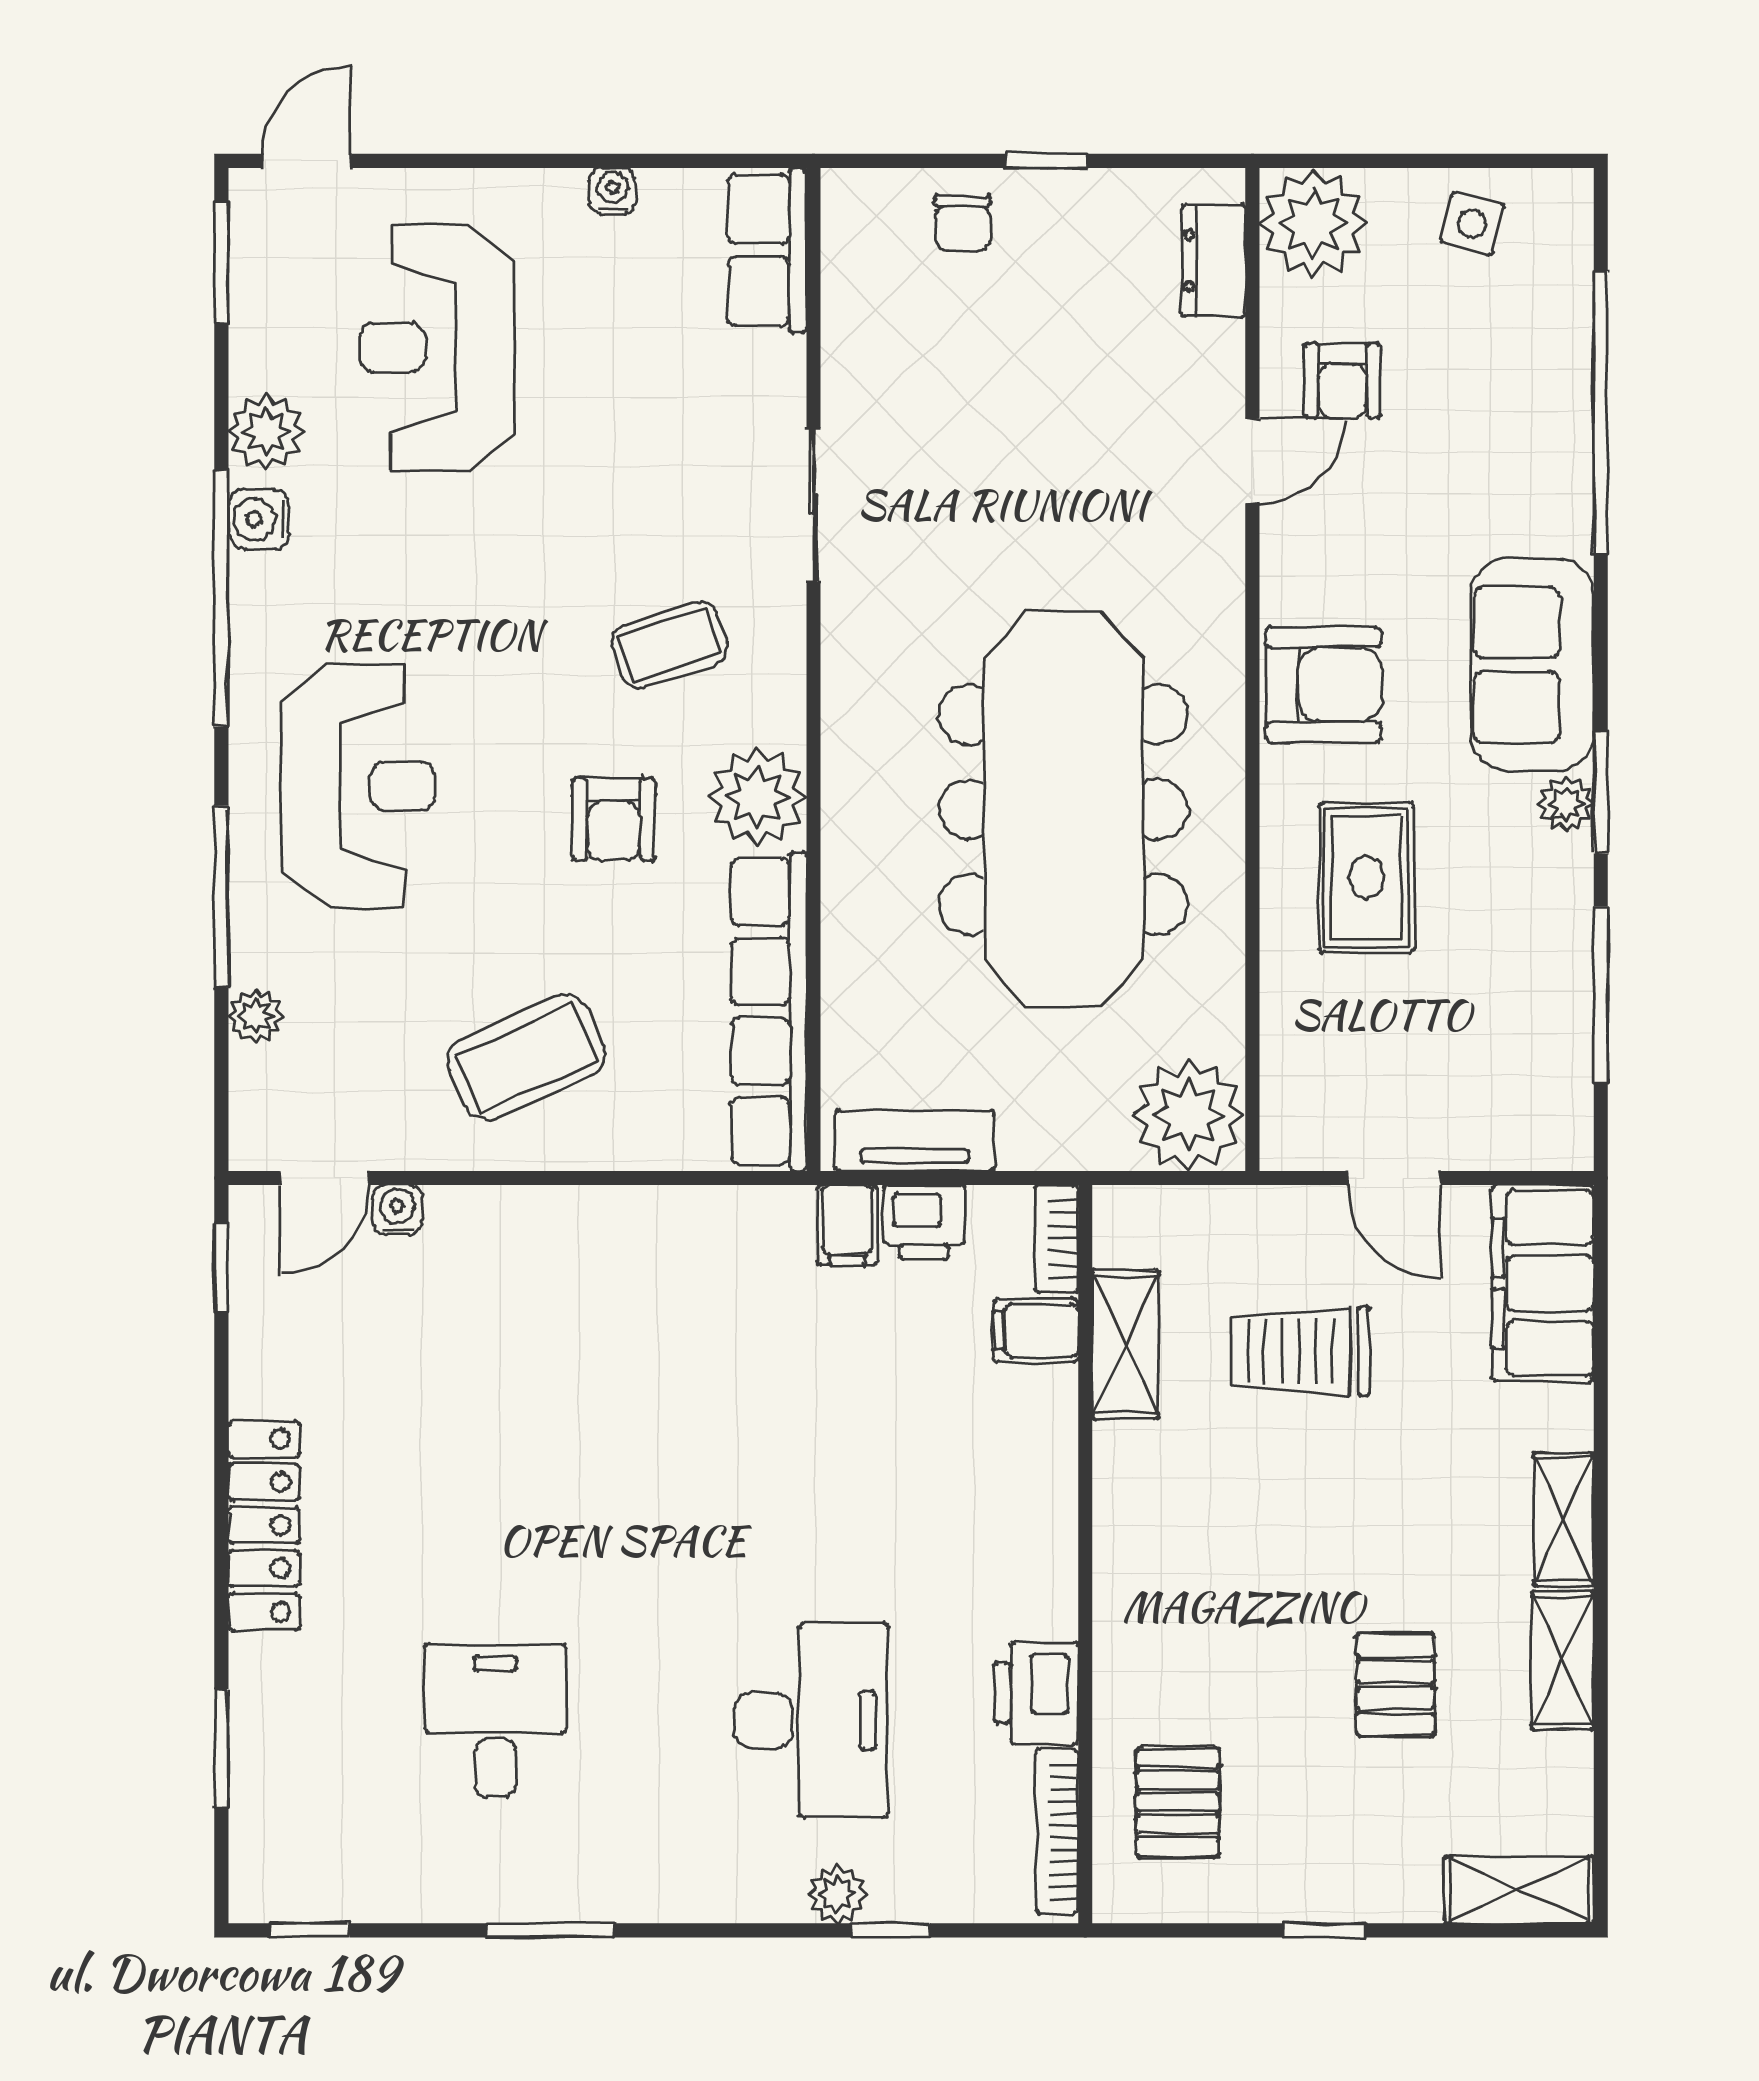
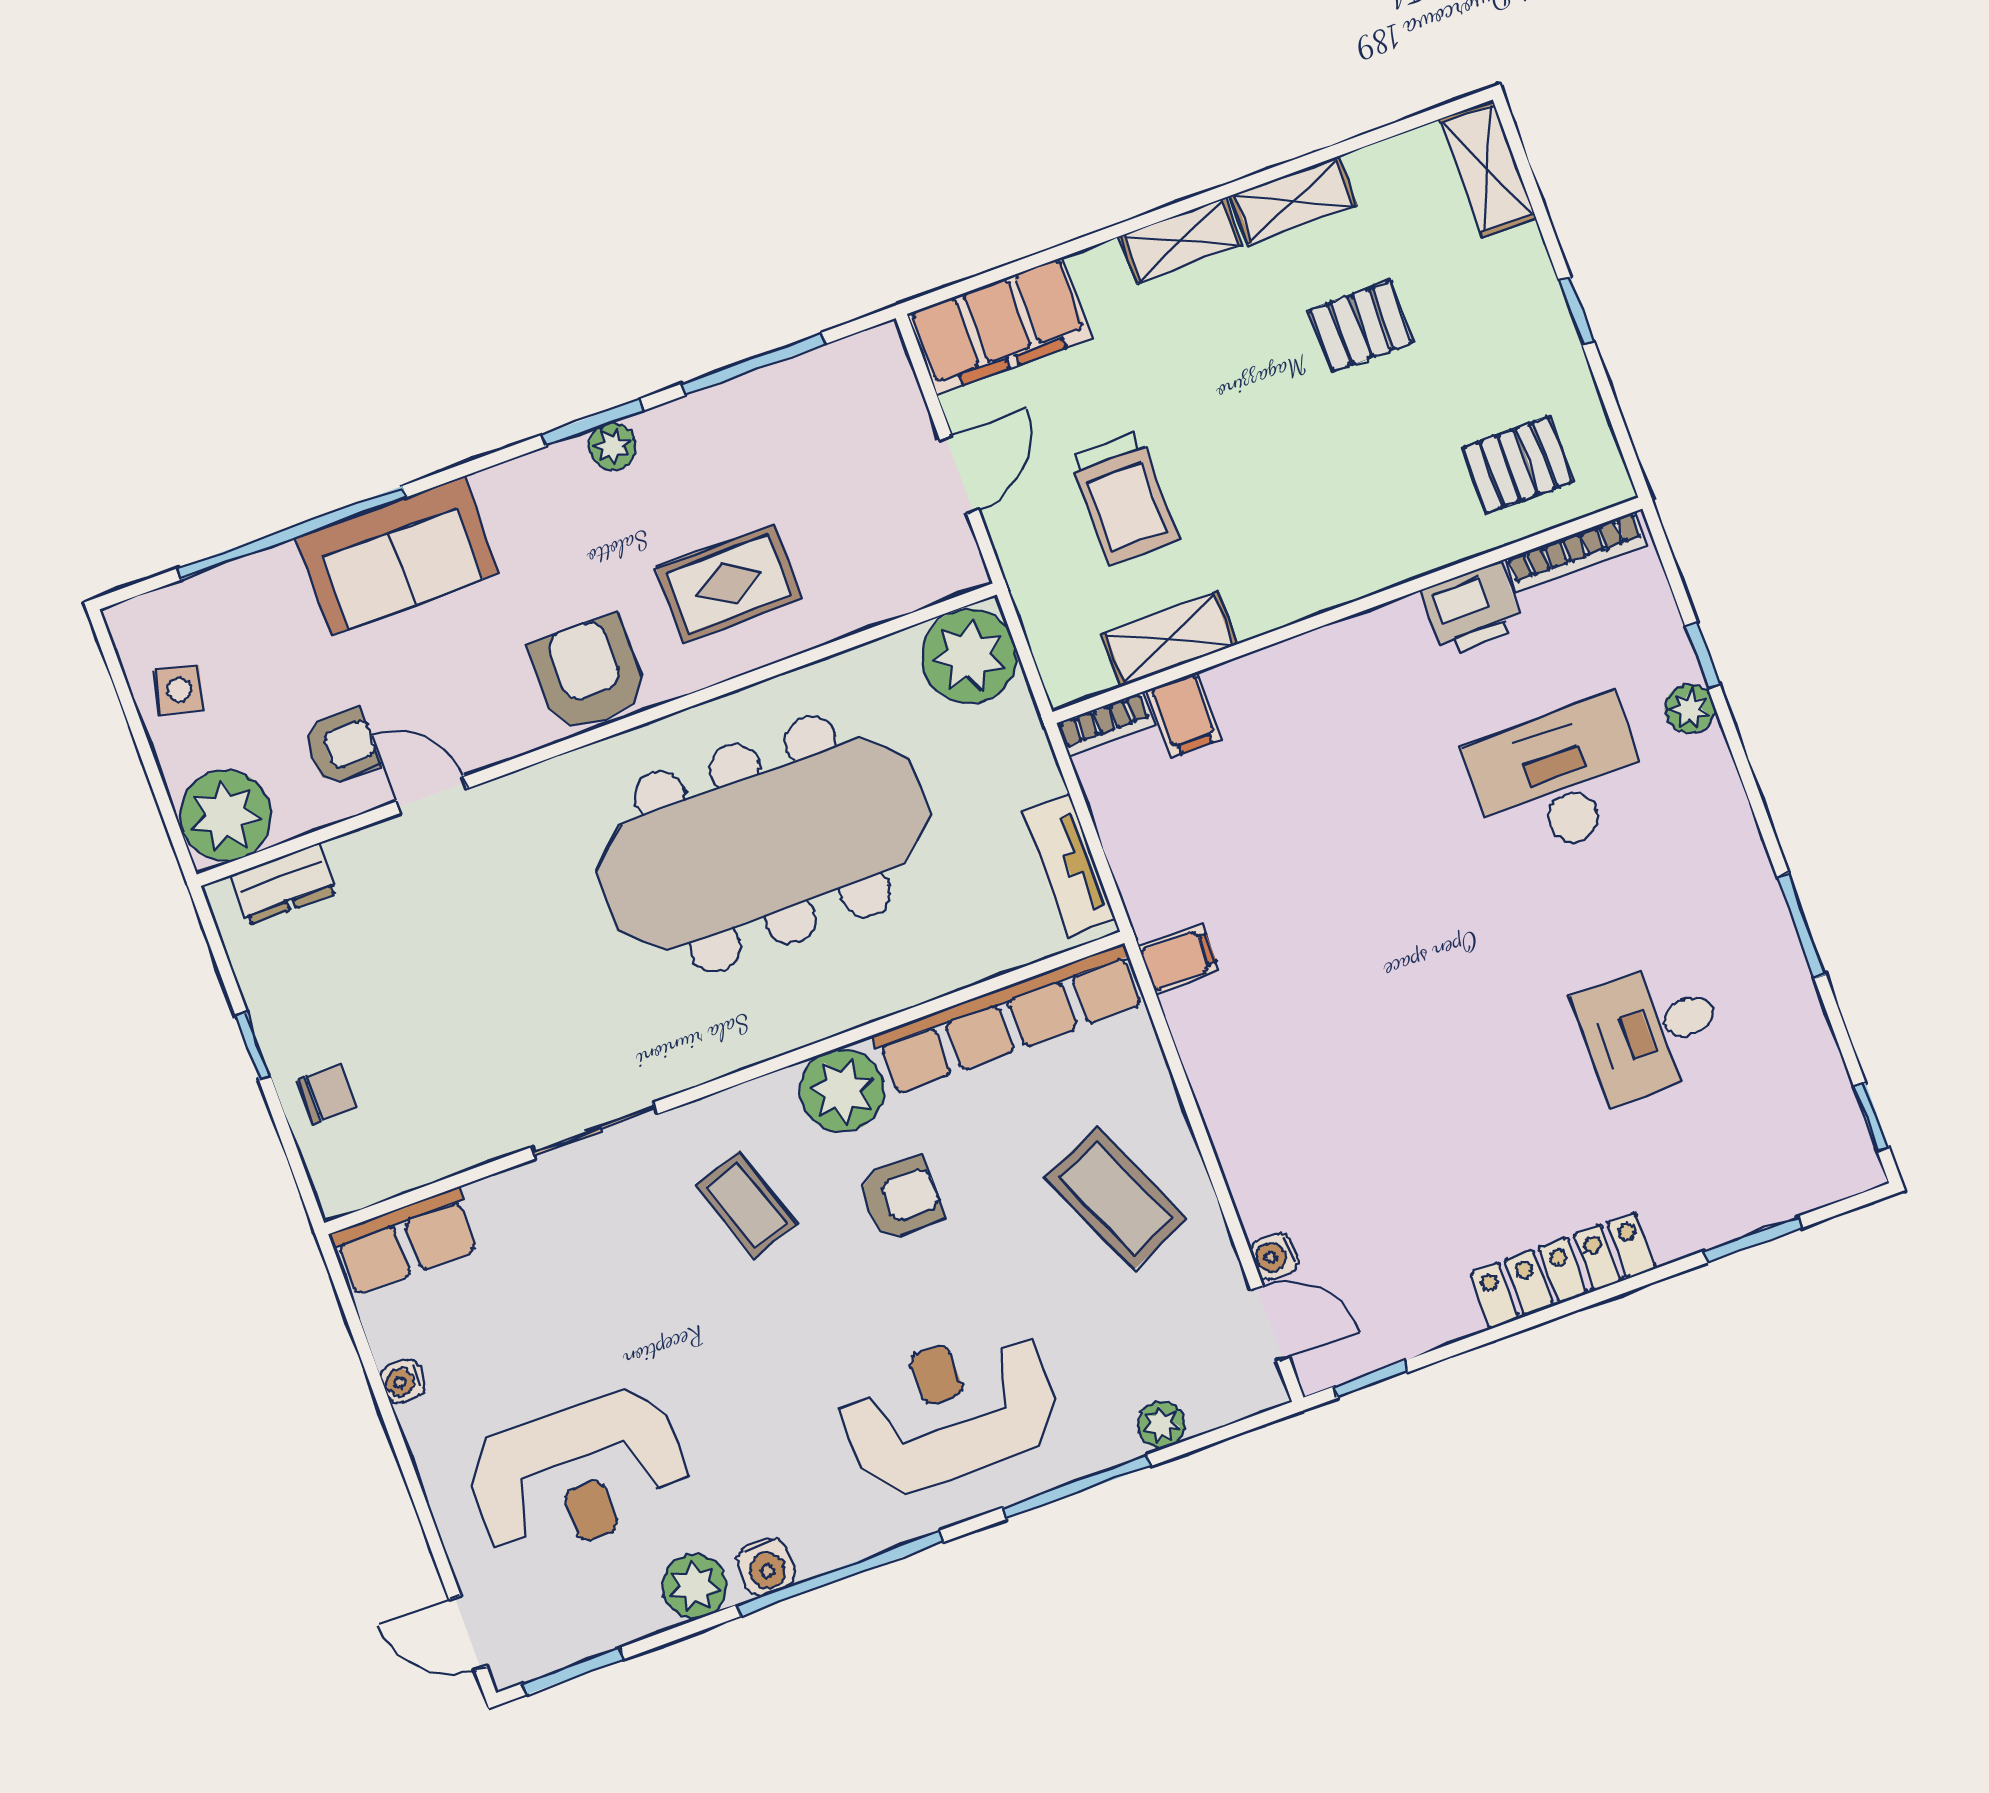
sofa: (1532, 665) -> (398, 556), moved
printer: (924, 1222) -> (1131, 835), removed
filing cabinet: (847, 1225) -> (1179, 959), moved

